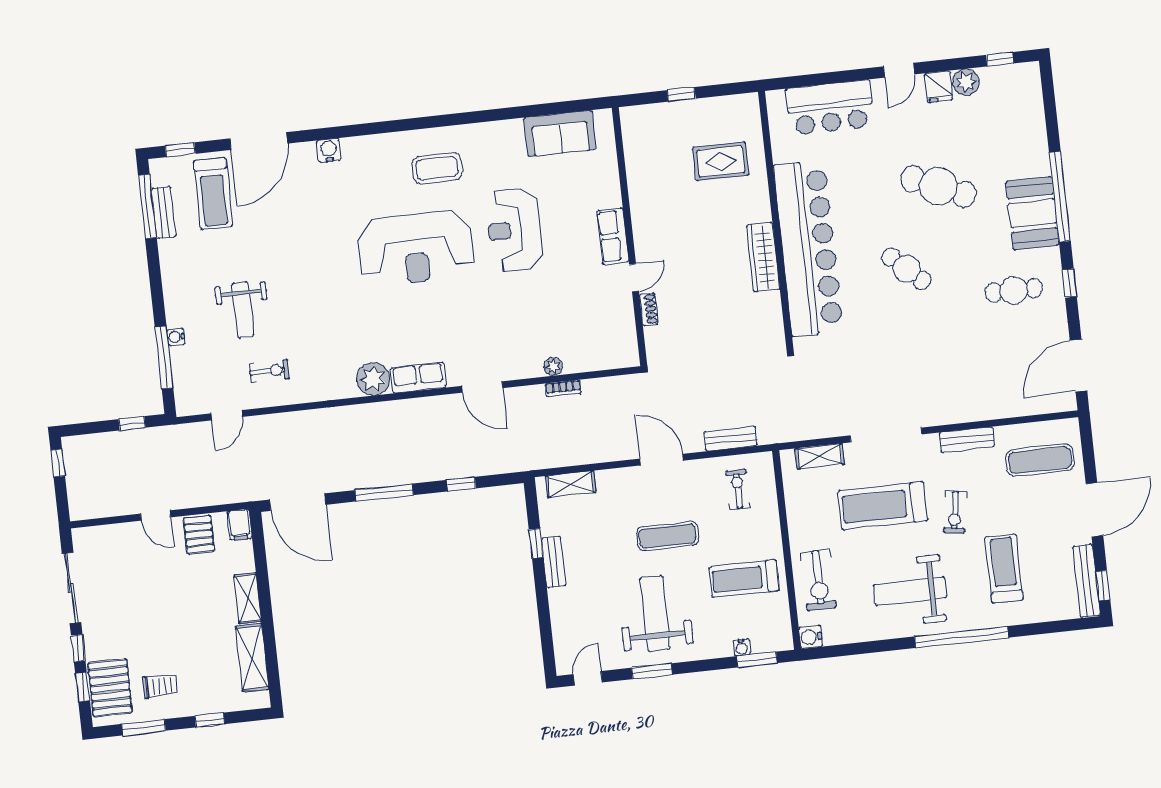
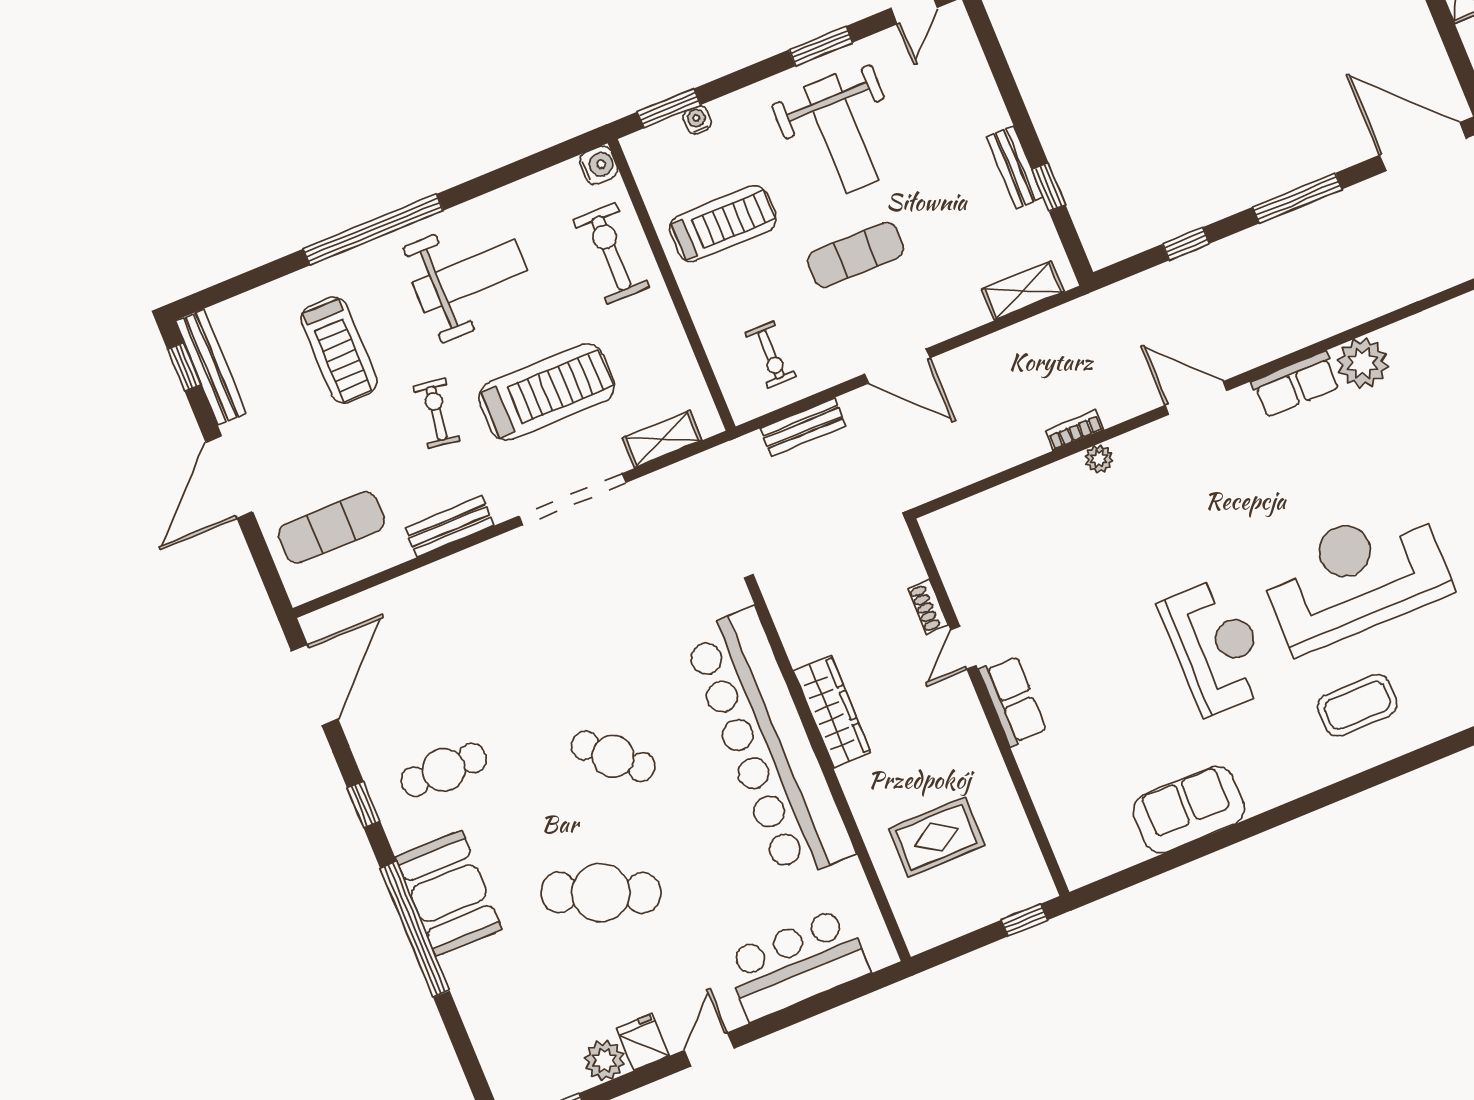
row of seats: (613, 236) -> (1013, 701), moved
wall: (629, 237) -> (988, 707), moved
door: (634, 278) -> (963, 648), moved
shoe rack: (649, 309) -> (928, 607), moved

